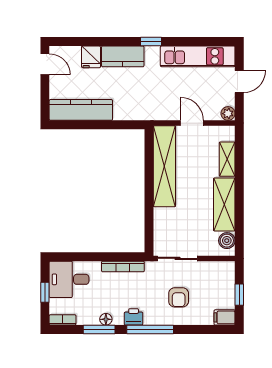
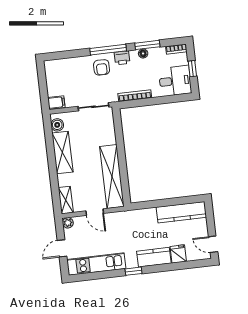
shelving: (227, 159) -> (66, 200), moved
window: (239, 295) -> (43, 84), removed
armchair: (179, 297) -> (102, 67), moved, turned 180
filing cabinet: (225, 317) -> (56, 103), moved

